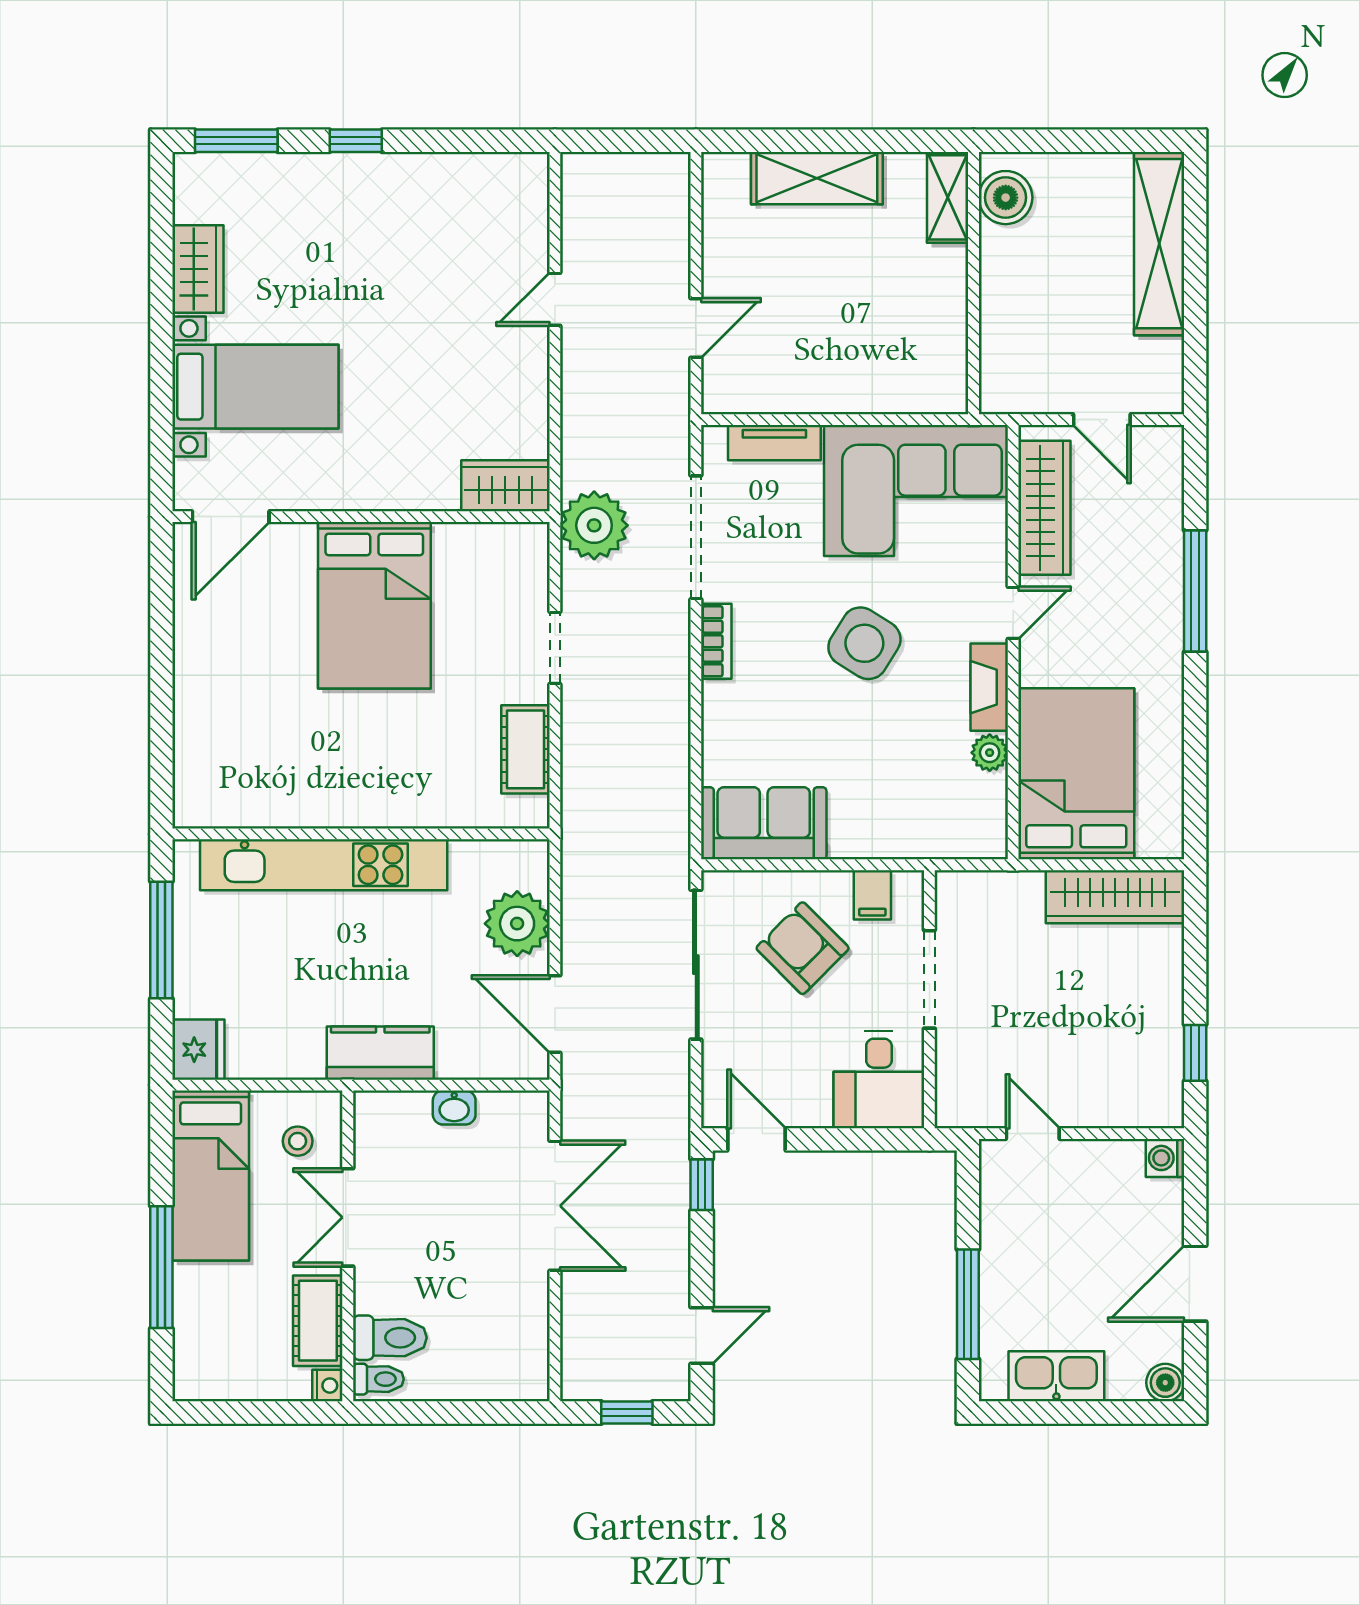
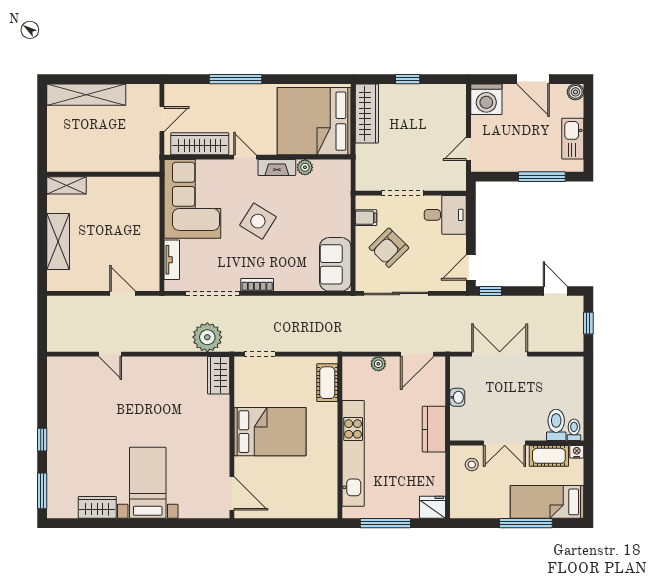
boiler: (1006, 198) -> (66, 160), removed
wardrobe: (505, 486) -> (219, 375), moved
door: (231, 517) -> (232, 493), moved
wall: (361, 517) -> (232, 437), moved
bed: (374, 605) -> (270, 432), moved
cot: (526, 749) -> (327, 383), moved, turned 90
bed: (1076, 774) -> (314, 121), width x1.36
plant: (517, 924) -> (378, 364), width x0.53, depth x0.53
window: (1195, 1053) -> (408, 79), moved
washing machine: (1165, 1158) -> (486, 99), width x1.89, depth x1.89
bed: (211, 1175) -> (547, 502), moved, turned 180

